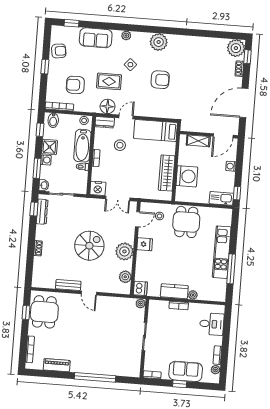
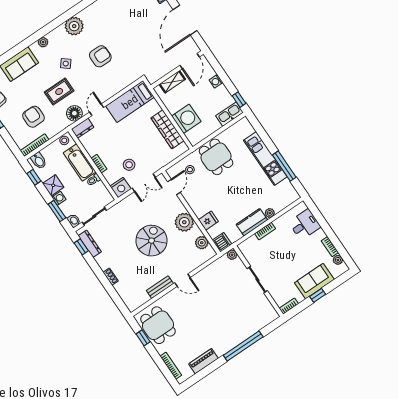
armchair: (75, 85) -> (33, 117), turned 91
stool: (120, 145) -> (129, 165), moved
fridge: (145, 244) -> (208, 221), moved

